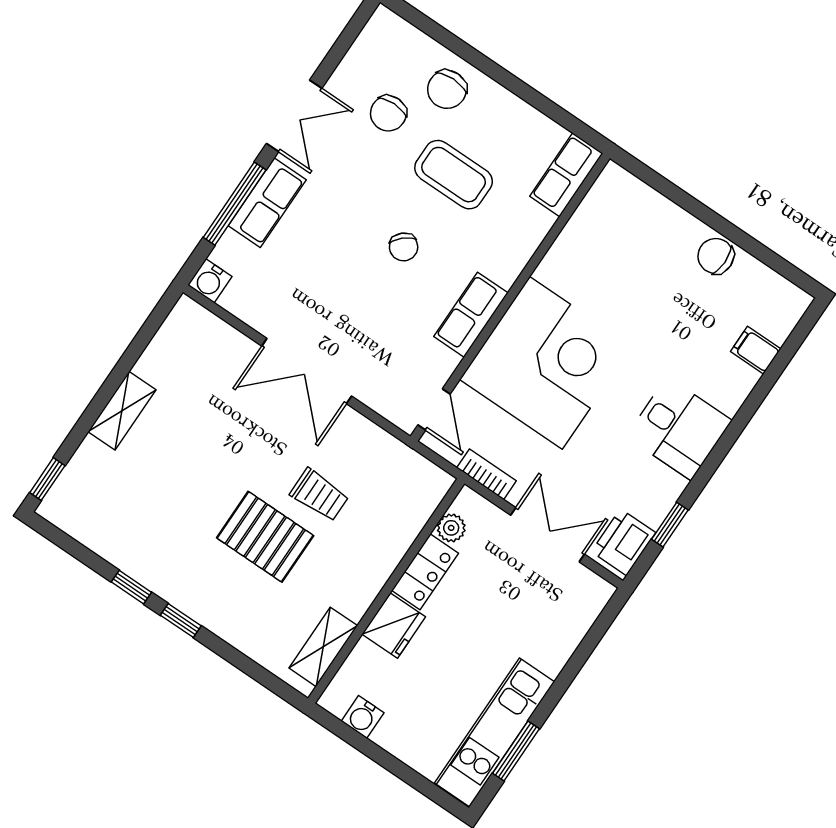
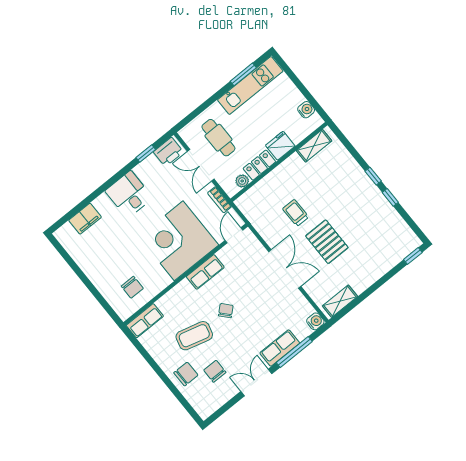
chair: (388, 113) -> (215, 371), turned -90
coffee table: (454, 175) -> (194, 336), turned -75
chair: (716, 256) -> (132, 287), moved
filing cabinet: (756, 350) -> (85, 219), width x2.00
shelving: (122, 411) -> (340, 301), moved
pallet: (265, 537) -> (327, 242), moved
cafe table: (528, 603) -> (218, 138), added

